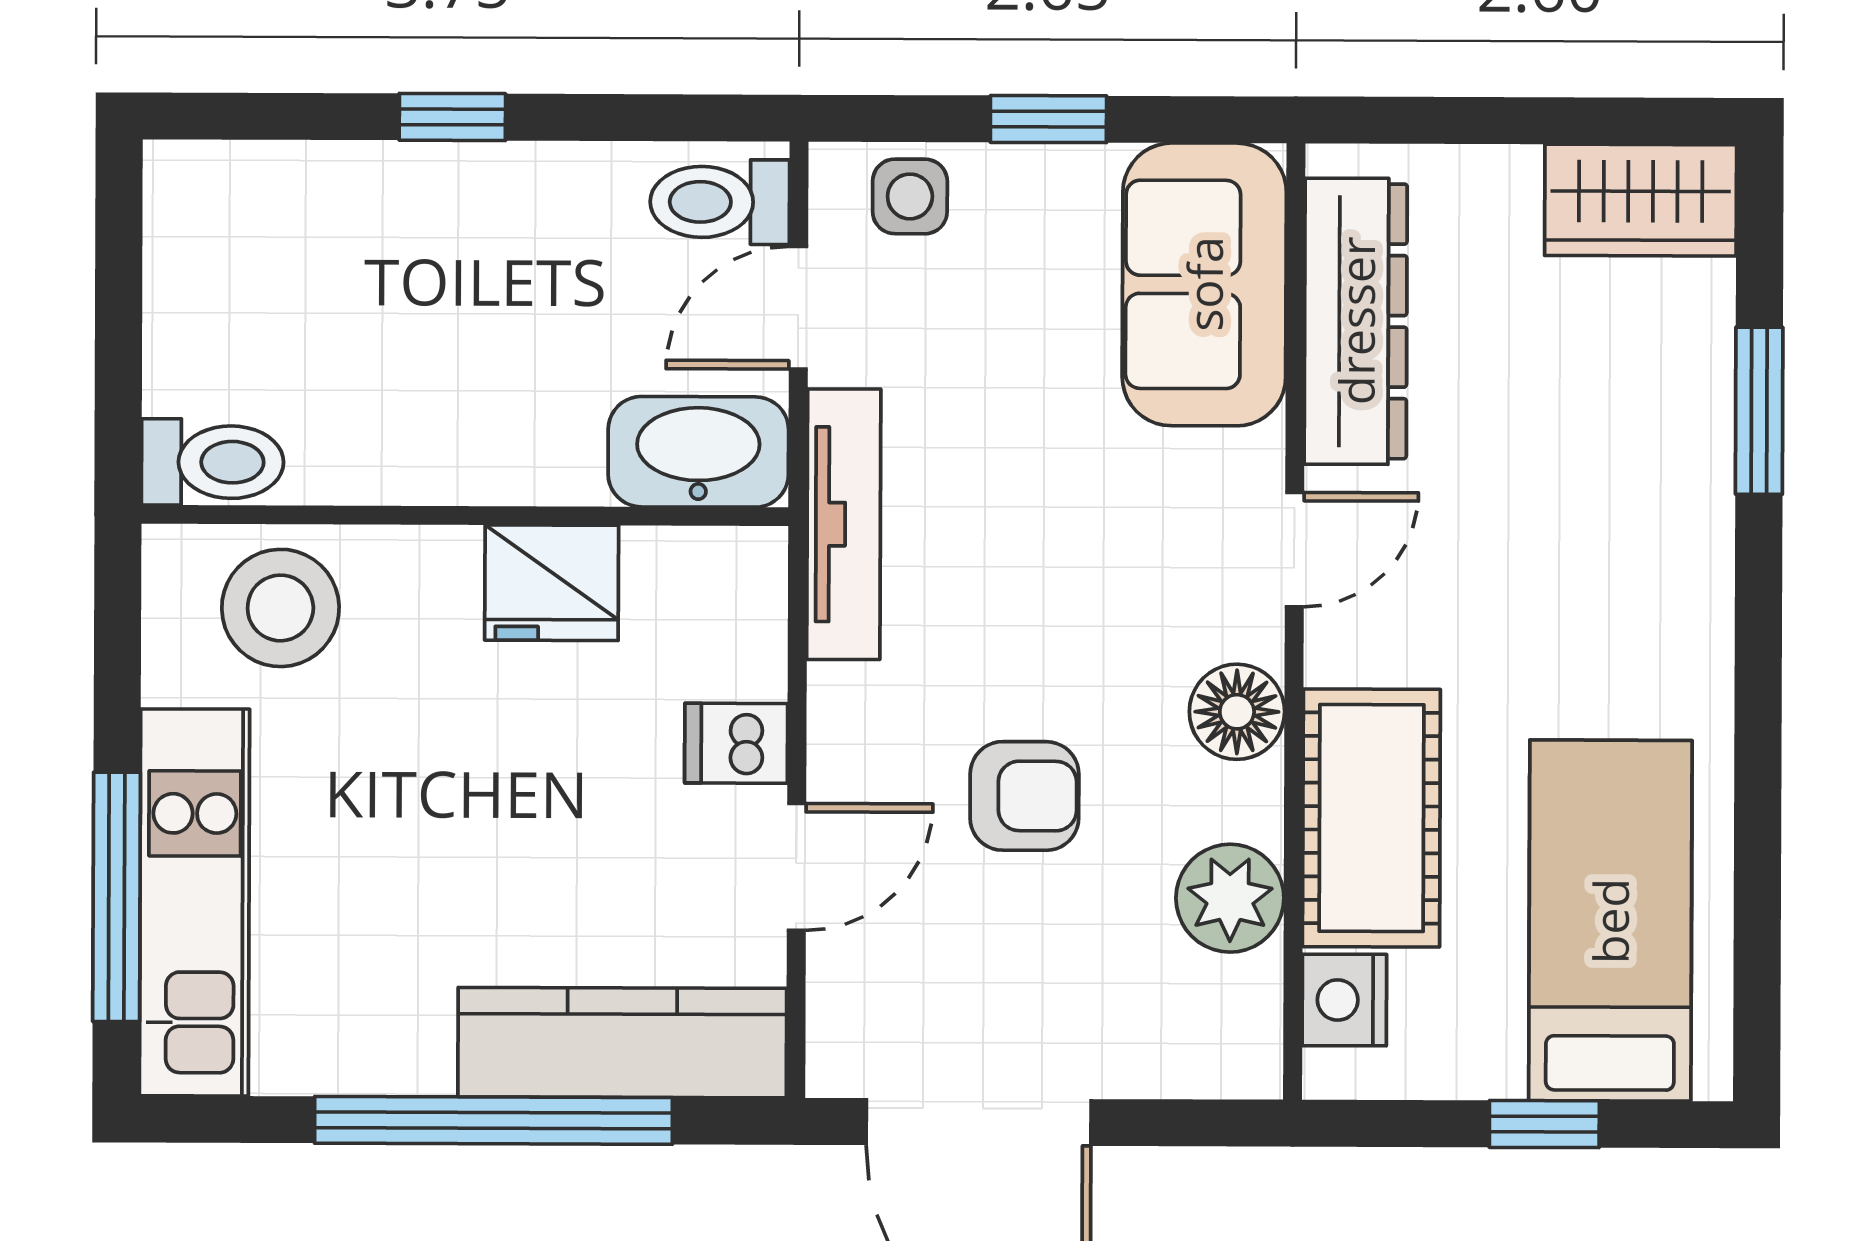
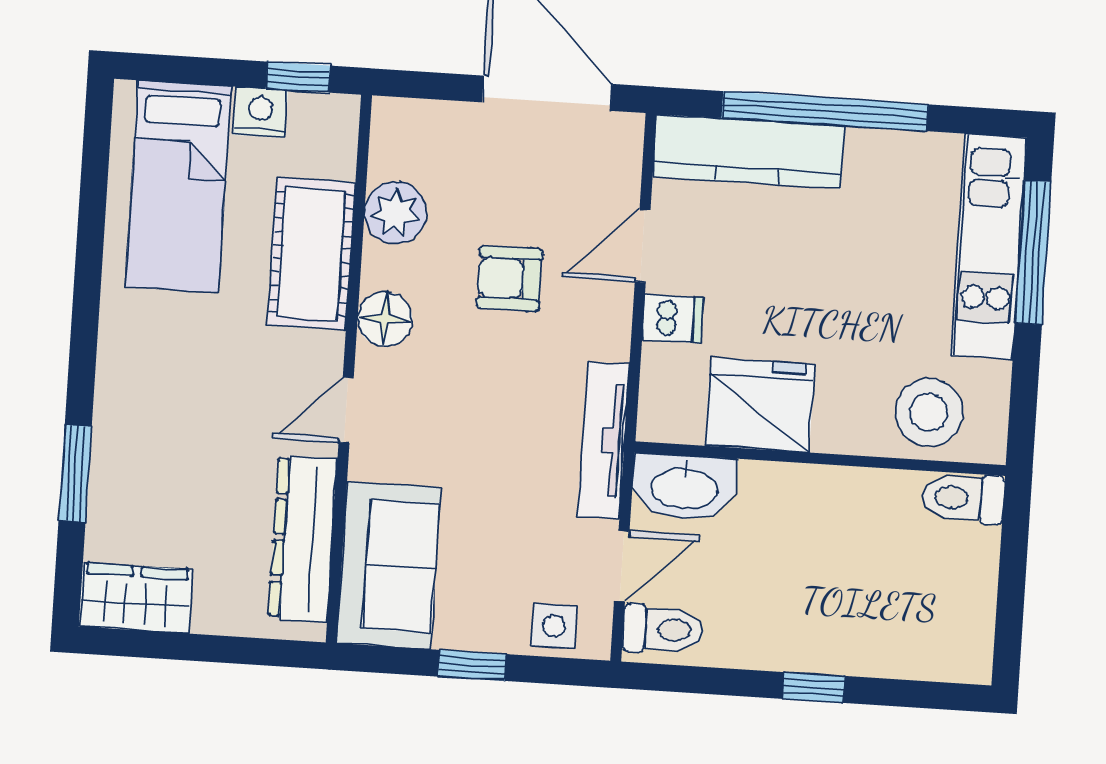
fridge: (552, 583) -> (760, 405), width x1.36, depth x1.34
nightstand: (1344, 1000) -> (260, 112), moved, turned -90
window: (1544, 1124) -> (298, 77), moved

